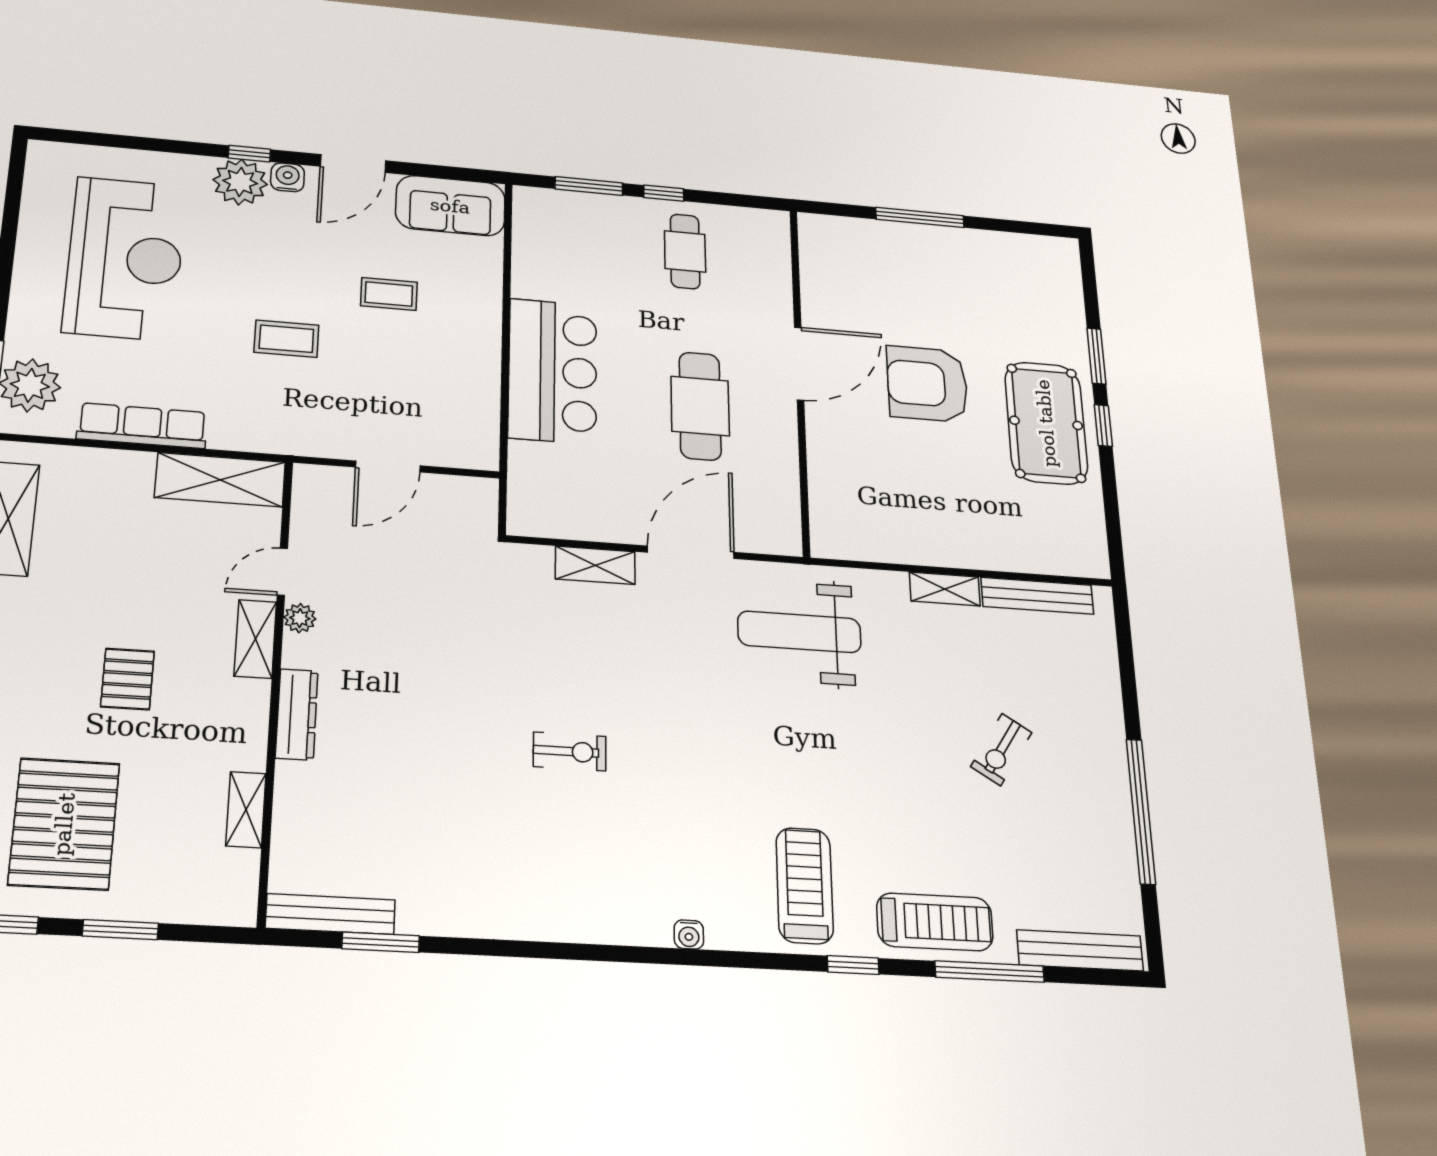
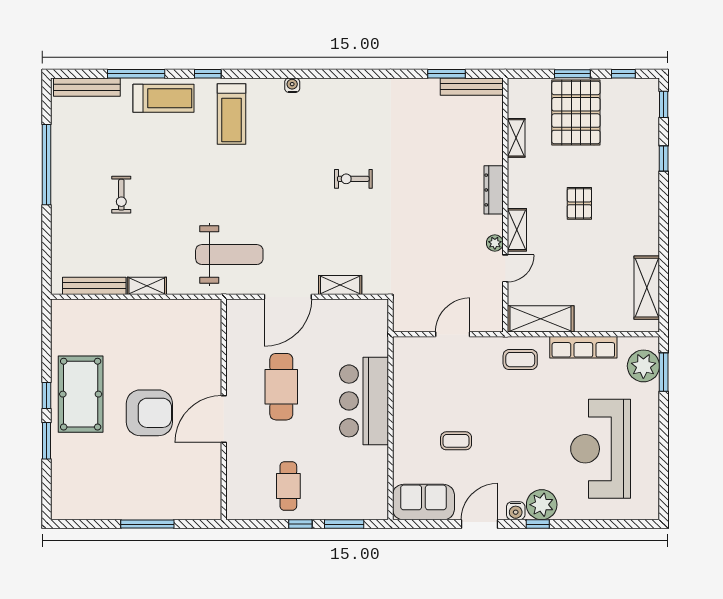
coffee table: (286, 339) -> (520, 360), moved
exercise bike: (1001, 749) -> (121, 195), turned 148
pallet: (64, 824) -> (576, 112), moved
treadmill: (935, 922) -> (164, 98), turned 180

